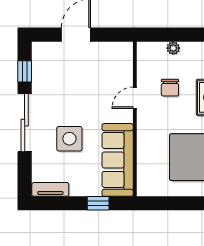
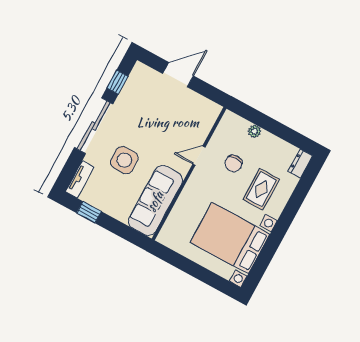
tv unit: (50, 189) -> (80, 179), moved, turned 90
window: (98, 203) -> (89, 212), moved

